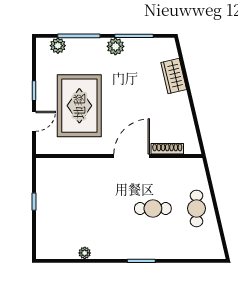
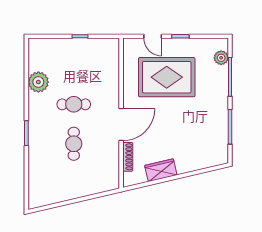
plant: (115, 46) -> (220, 110), removed
wardrobe: (174, 76) -> (161, 170), moved
door: (132, 156) -> (121, 125), hinge flipped
cafe table: (197, 208) -> (74, 104), moved
plant: (85, 253) -> (38, 82), width x1.88, depth x1.88

